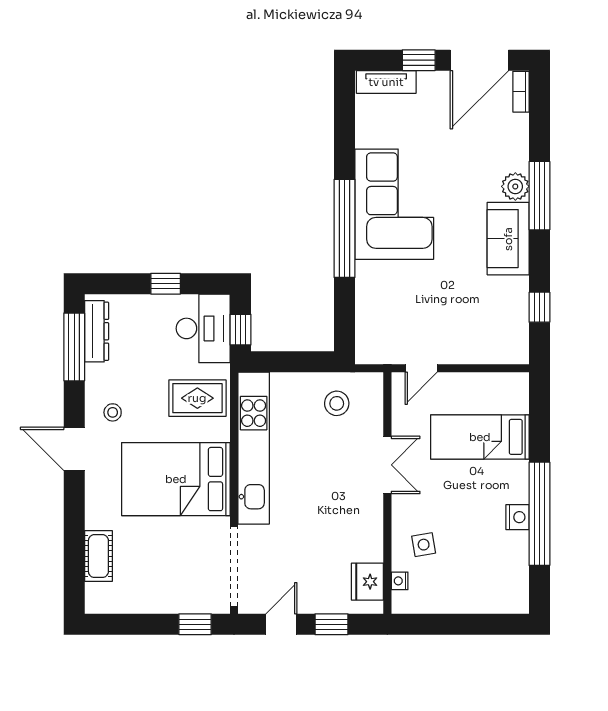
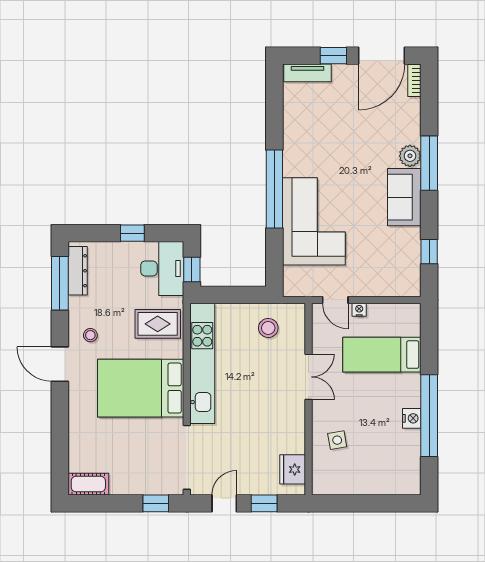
corner sofa: (394, 204) -> (314, 221), moved
door: (421, 368) -> (335, 300), hinge flipped
cot: (98, 556) -> (88, 484), moved, turned 90
nightstand: (400, 581) -> (359, 310), moved, turned 90

